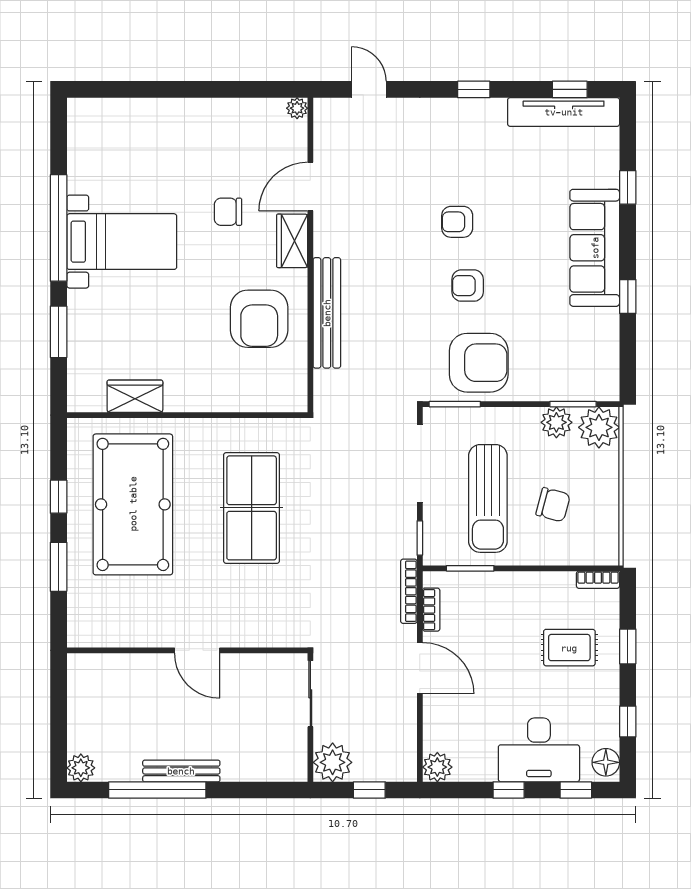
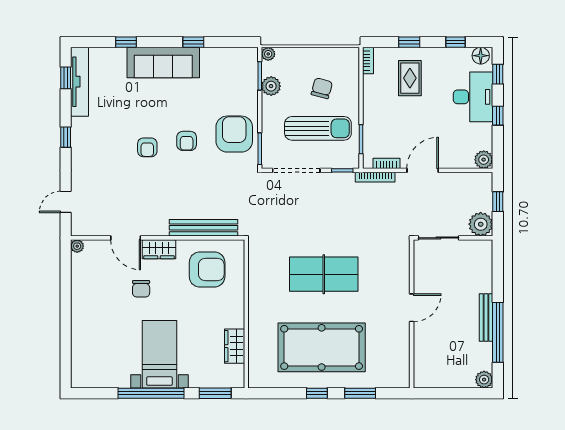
wardrobe: (135, 396) -> (235, 346), moved
wall: (187, 415) -> (246, 314), moved
plant: (599, 427) -> (268, 54), width x0.53, depth x0.53

